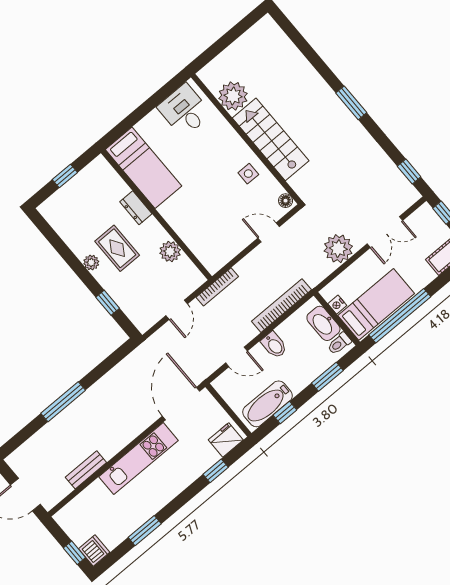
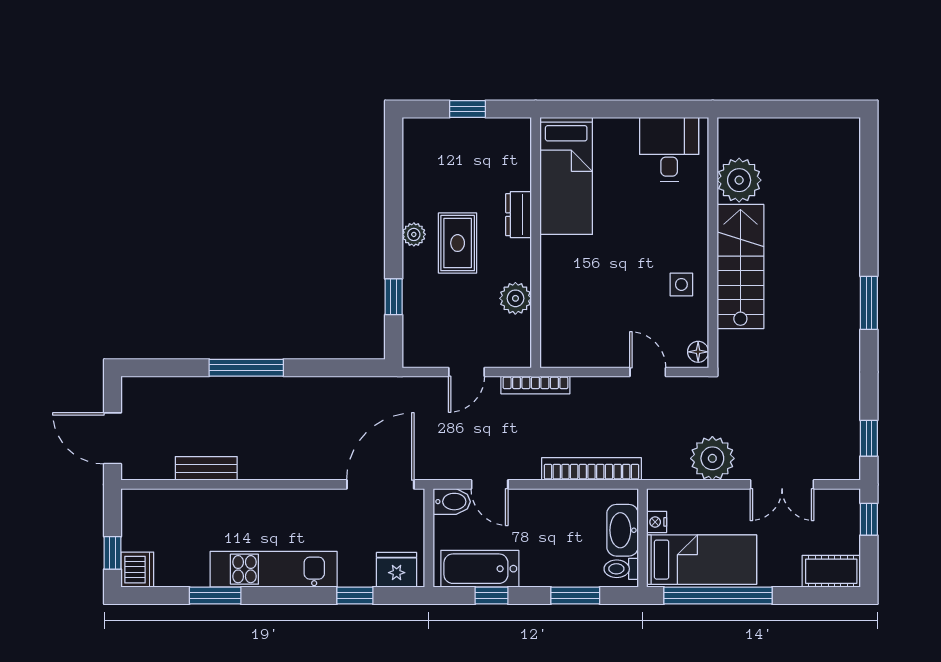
bidet: (274, 345) -> (452, 502), moved, turned -90
kitchen unit: (139, 459) -> (274, 569), moved, turned 180

